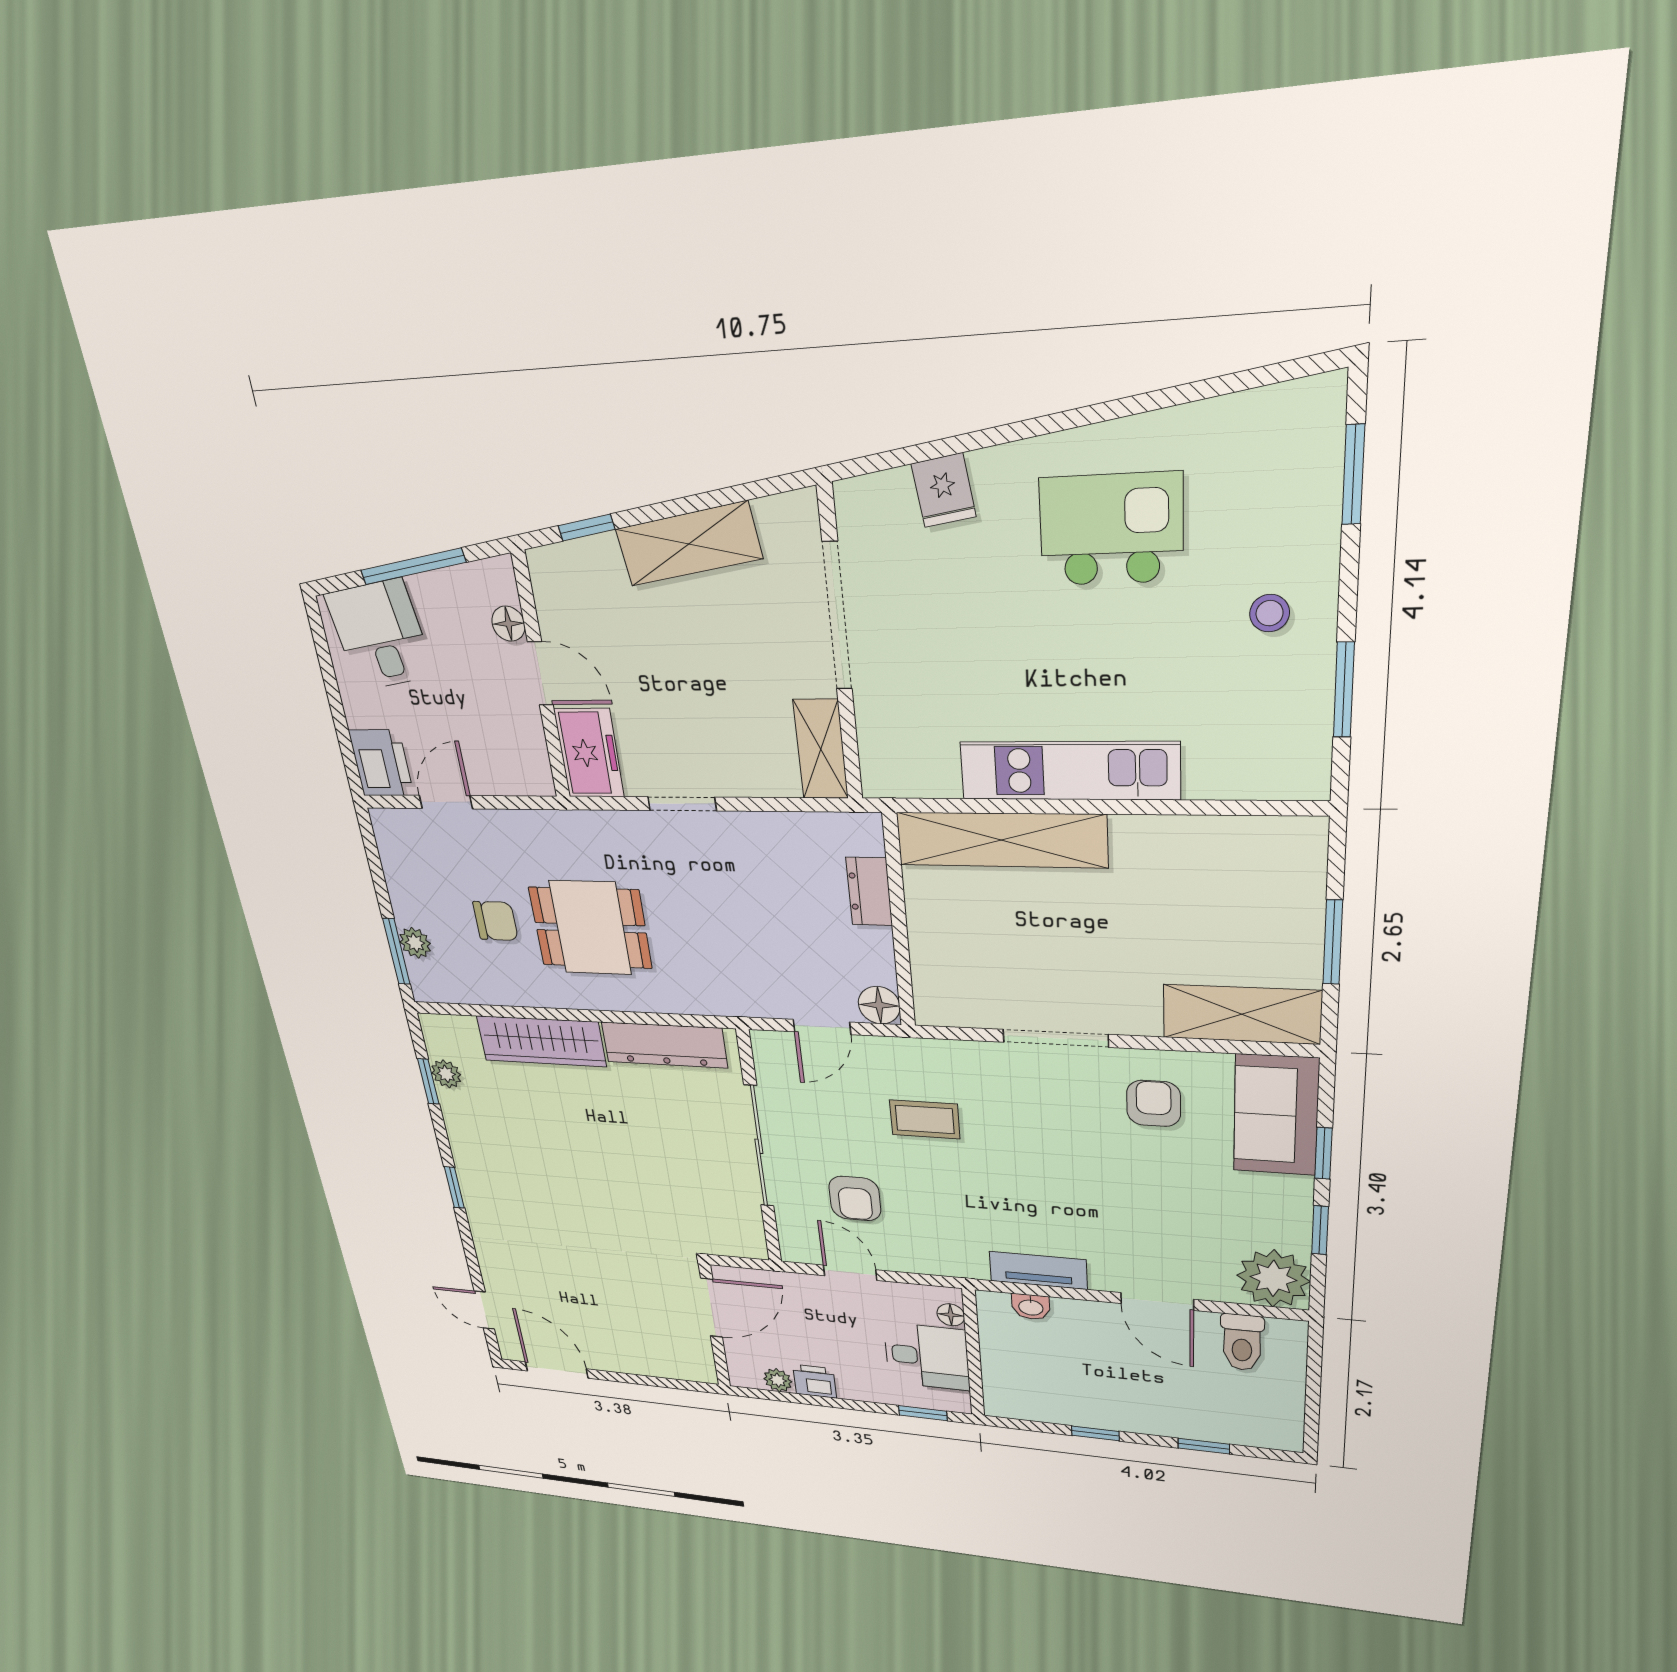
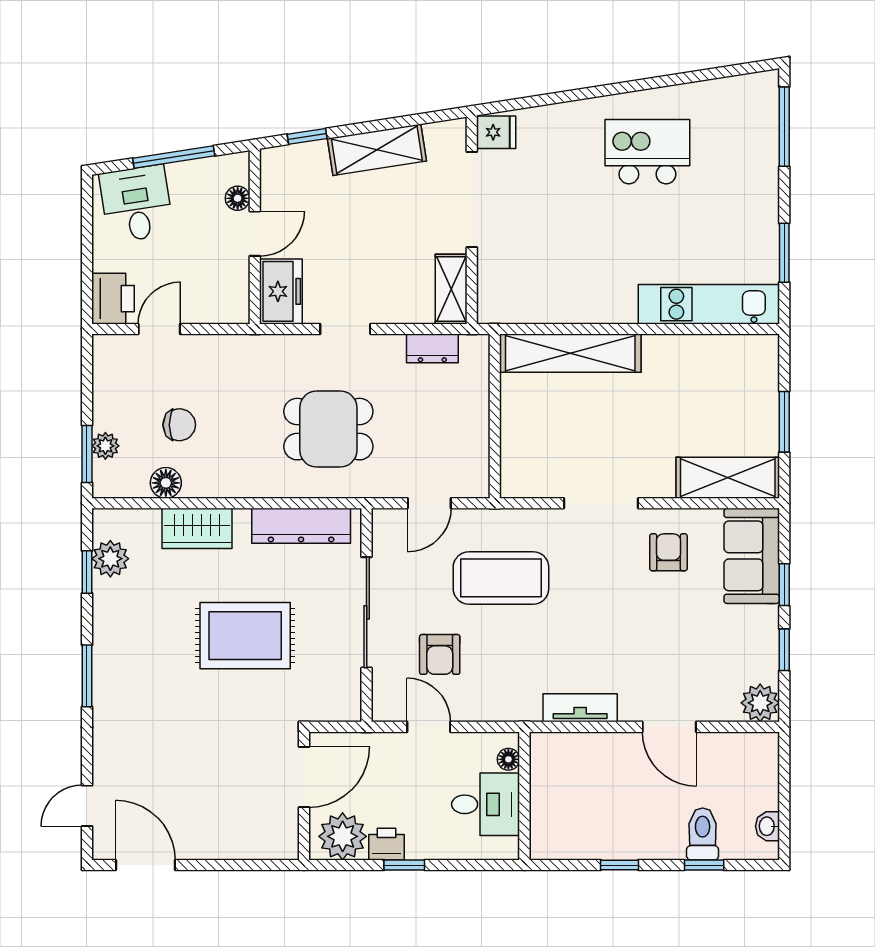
window: (1353, 475) -> (784, 127), width x1.44
fridge: (944, 490) -> (496, 132), moved, turned -81
stool: (1270, 613) -> (740, 205), removed
door: (540, 673) -> (255, 234), hinge flipped
kitchen unit: (1069, 771) -> (709, 304), moved
dresser: (869, 892) -> (432, 348), moved, turned -90
dining table: (590, 928) -> (328, 429), moved
floor lamp: (879, 1005) -> (166, 483), moved
wardrobe: (541, 1041) -> (197, 528), width x0.67
plant: (446, 1074) -> (110, 559), width x1.38, depth x1.38
coffee table: (925, 1119) -> (501, 578), width x1.86, depth x1.72
rug: (619, 1160) -> (245, 636), added
window: (454, 1187) -> (87, 676), width x1.50
plant: (1273, 1278) -> (760, 703), width x0.73, depth x0.73
washbasin: (1031, 1307) -> (767, 826), moved, turned 90
door: (484, 1310) -> (87, 806), hinge flipped
toilet: (1242, 1342) -> (703, 834), moved, turned 180
plant: (778, 1380) -> (343, 836), width x1.87, depth x1.87
window: (923, 1413) -> (404, 865), moved

